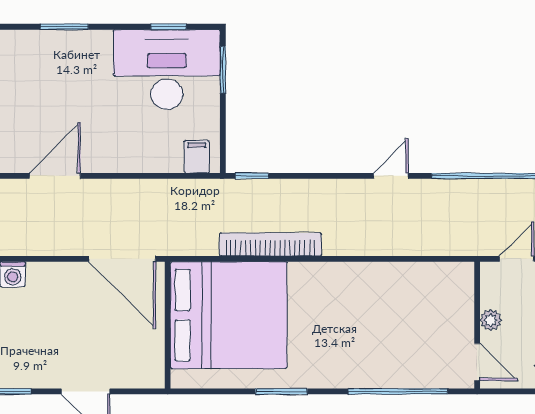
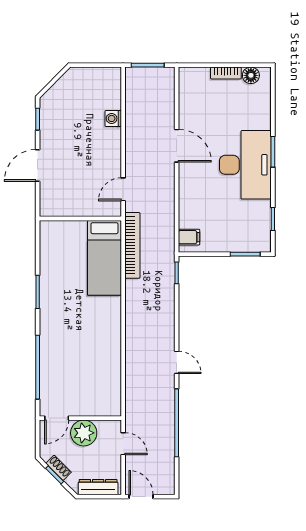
desk: (167, 69) -> (245, 165), moved
bookcase: (270, 244) -> (132, 245), moved
door: (122, 259) -> (123, 189), width x0.53
bed: (229, 315) -> (104, 258), width x0.49
plant: (491, 320) -> (84, 433), width x1.88, depth x1.88

